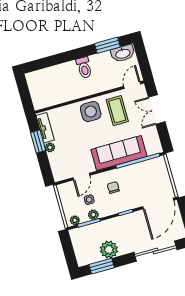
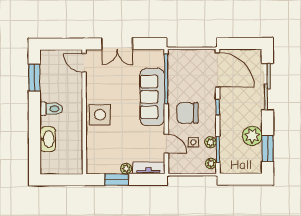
washbasin: (123, 53) -> (48, 139), moved
coffee table: (117, 111) -> (107, 86), removed
tv unit: (45, 128) -> (148, 168), moved
chair: (113, 188) -> (187, 113), width x1.87, depth x1.87

